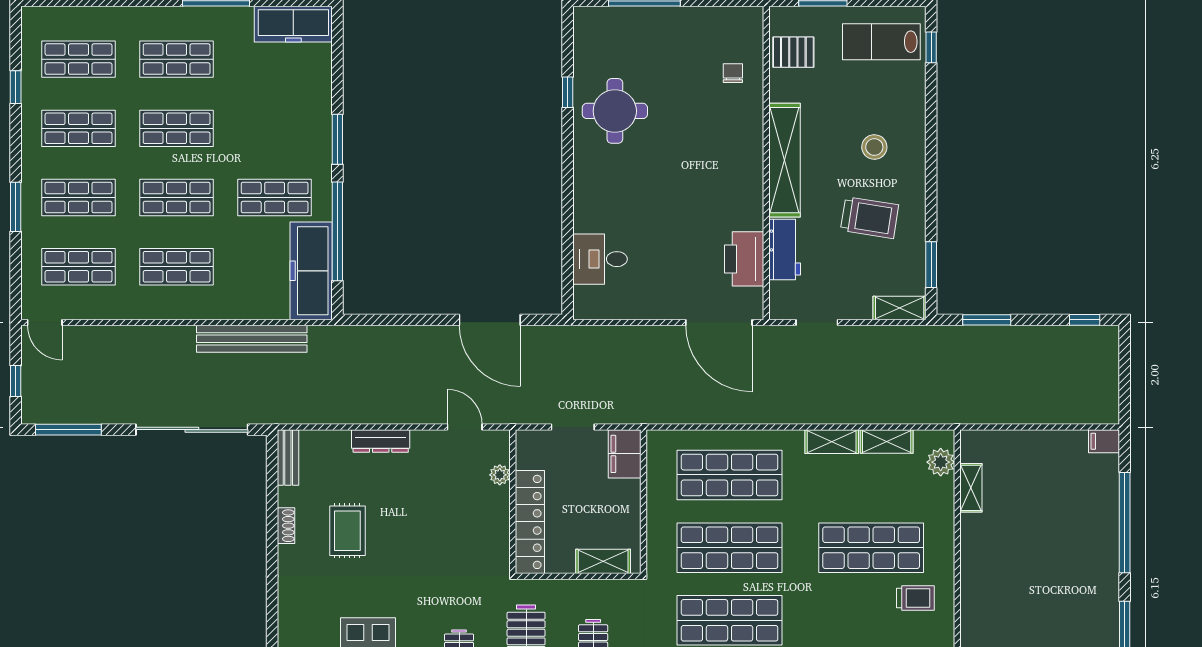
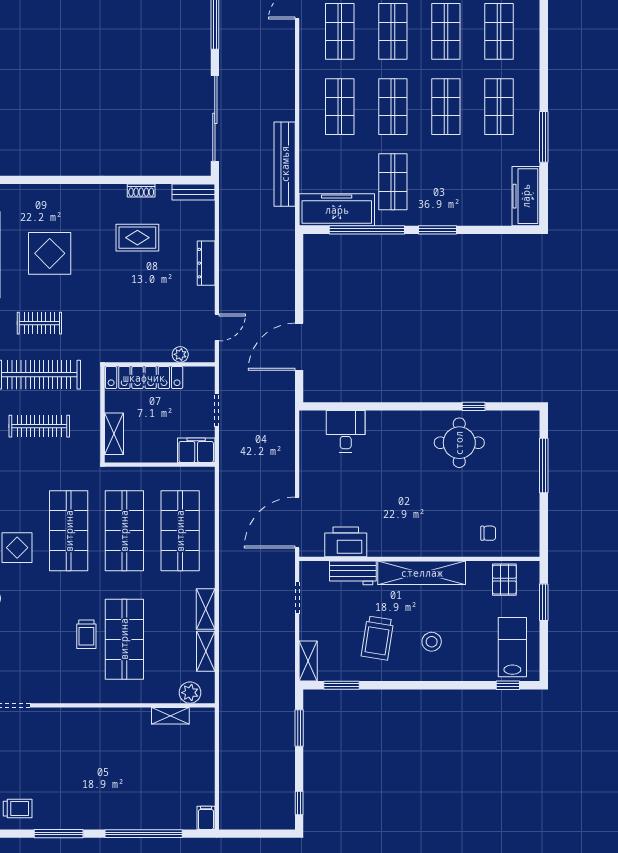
trolley: (915, 598) -> (86, 634), moved

